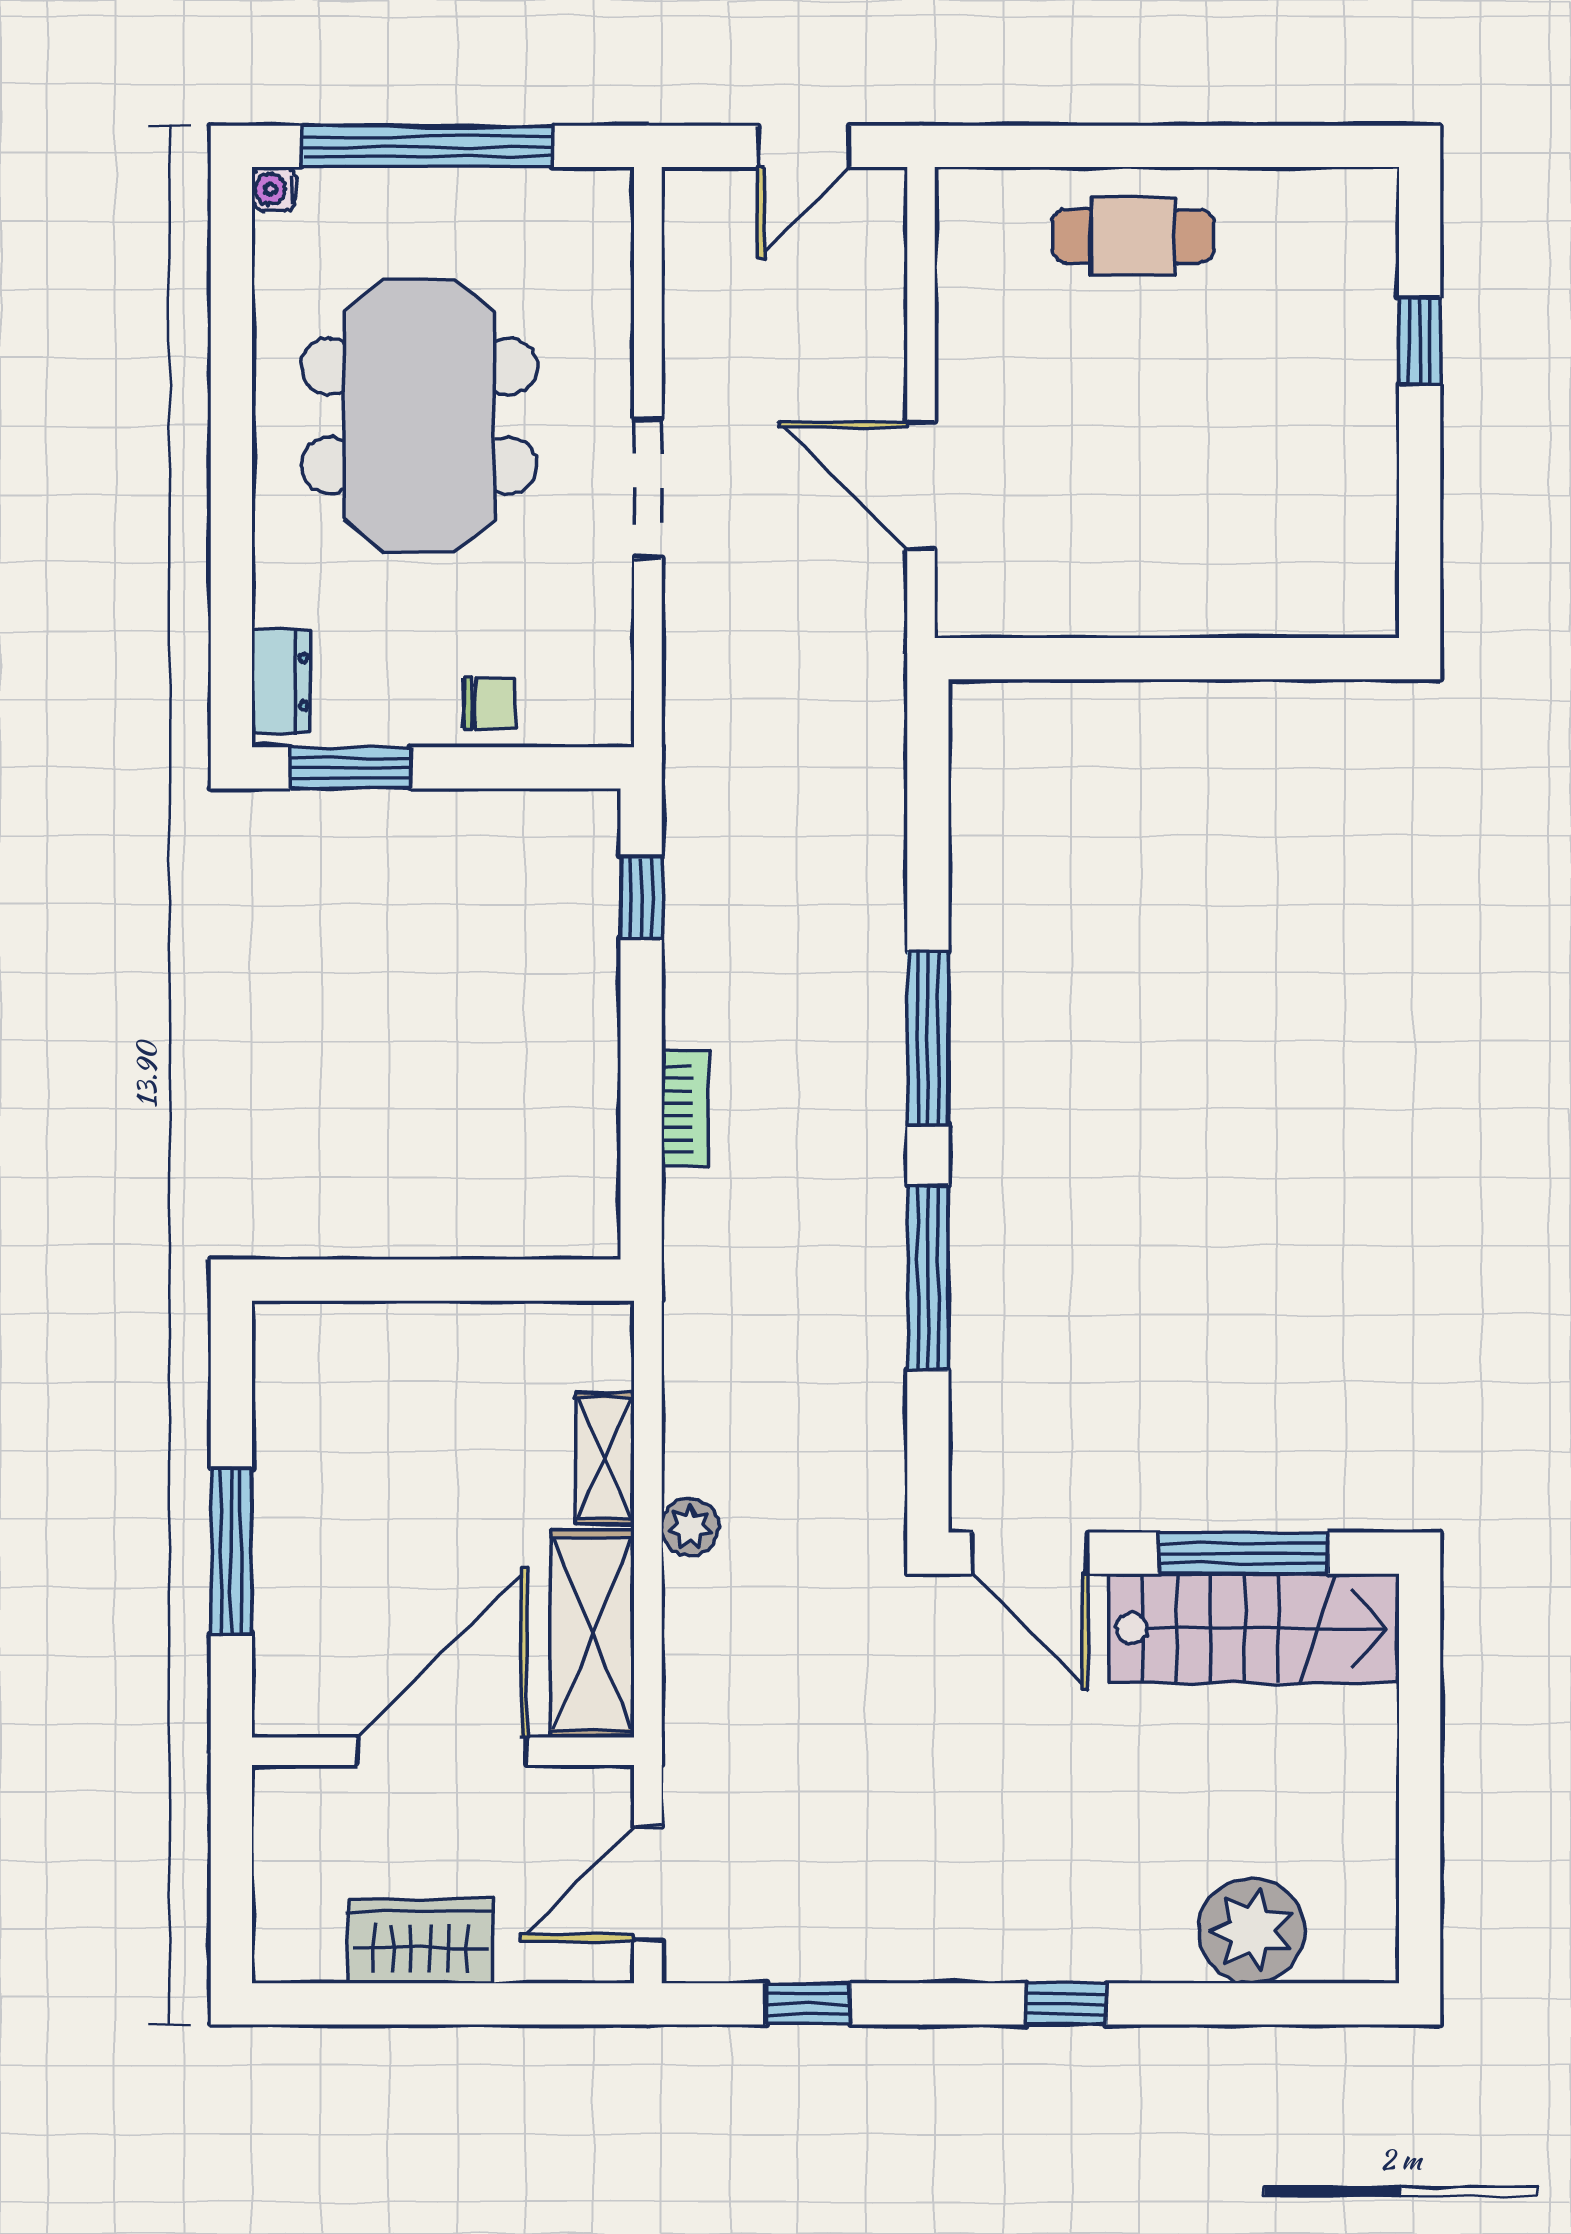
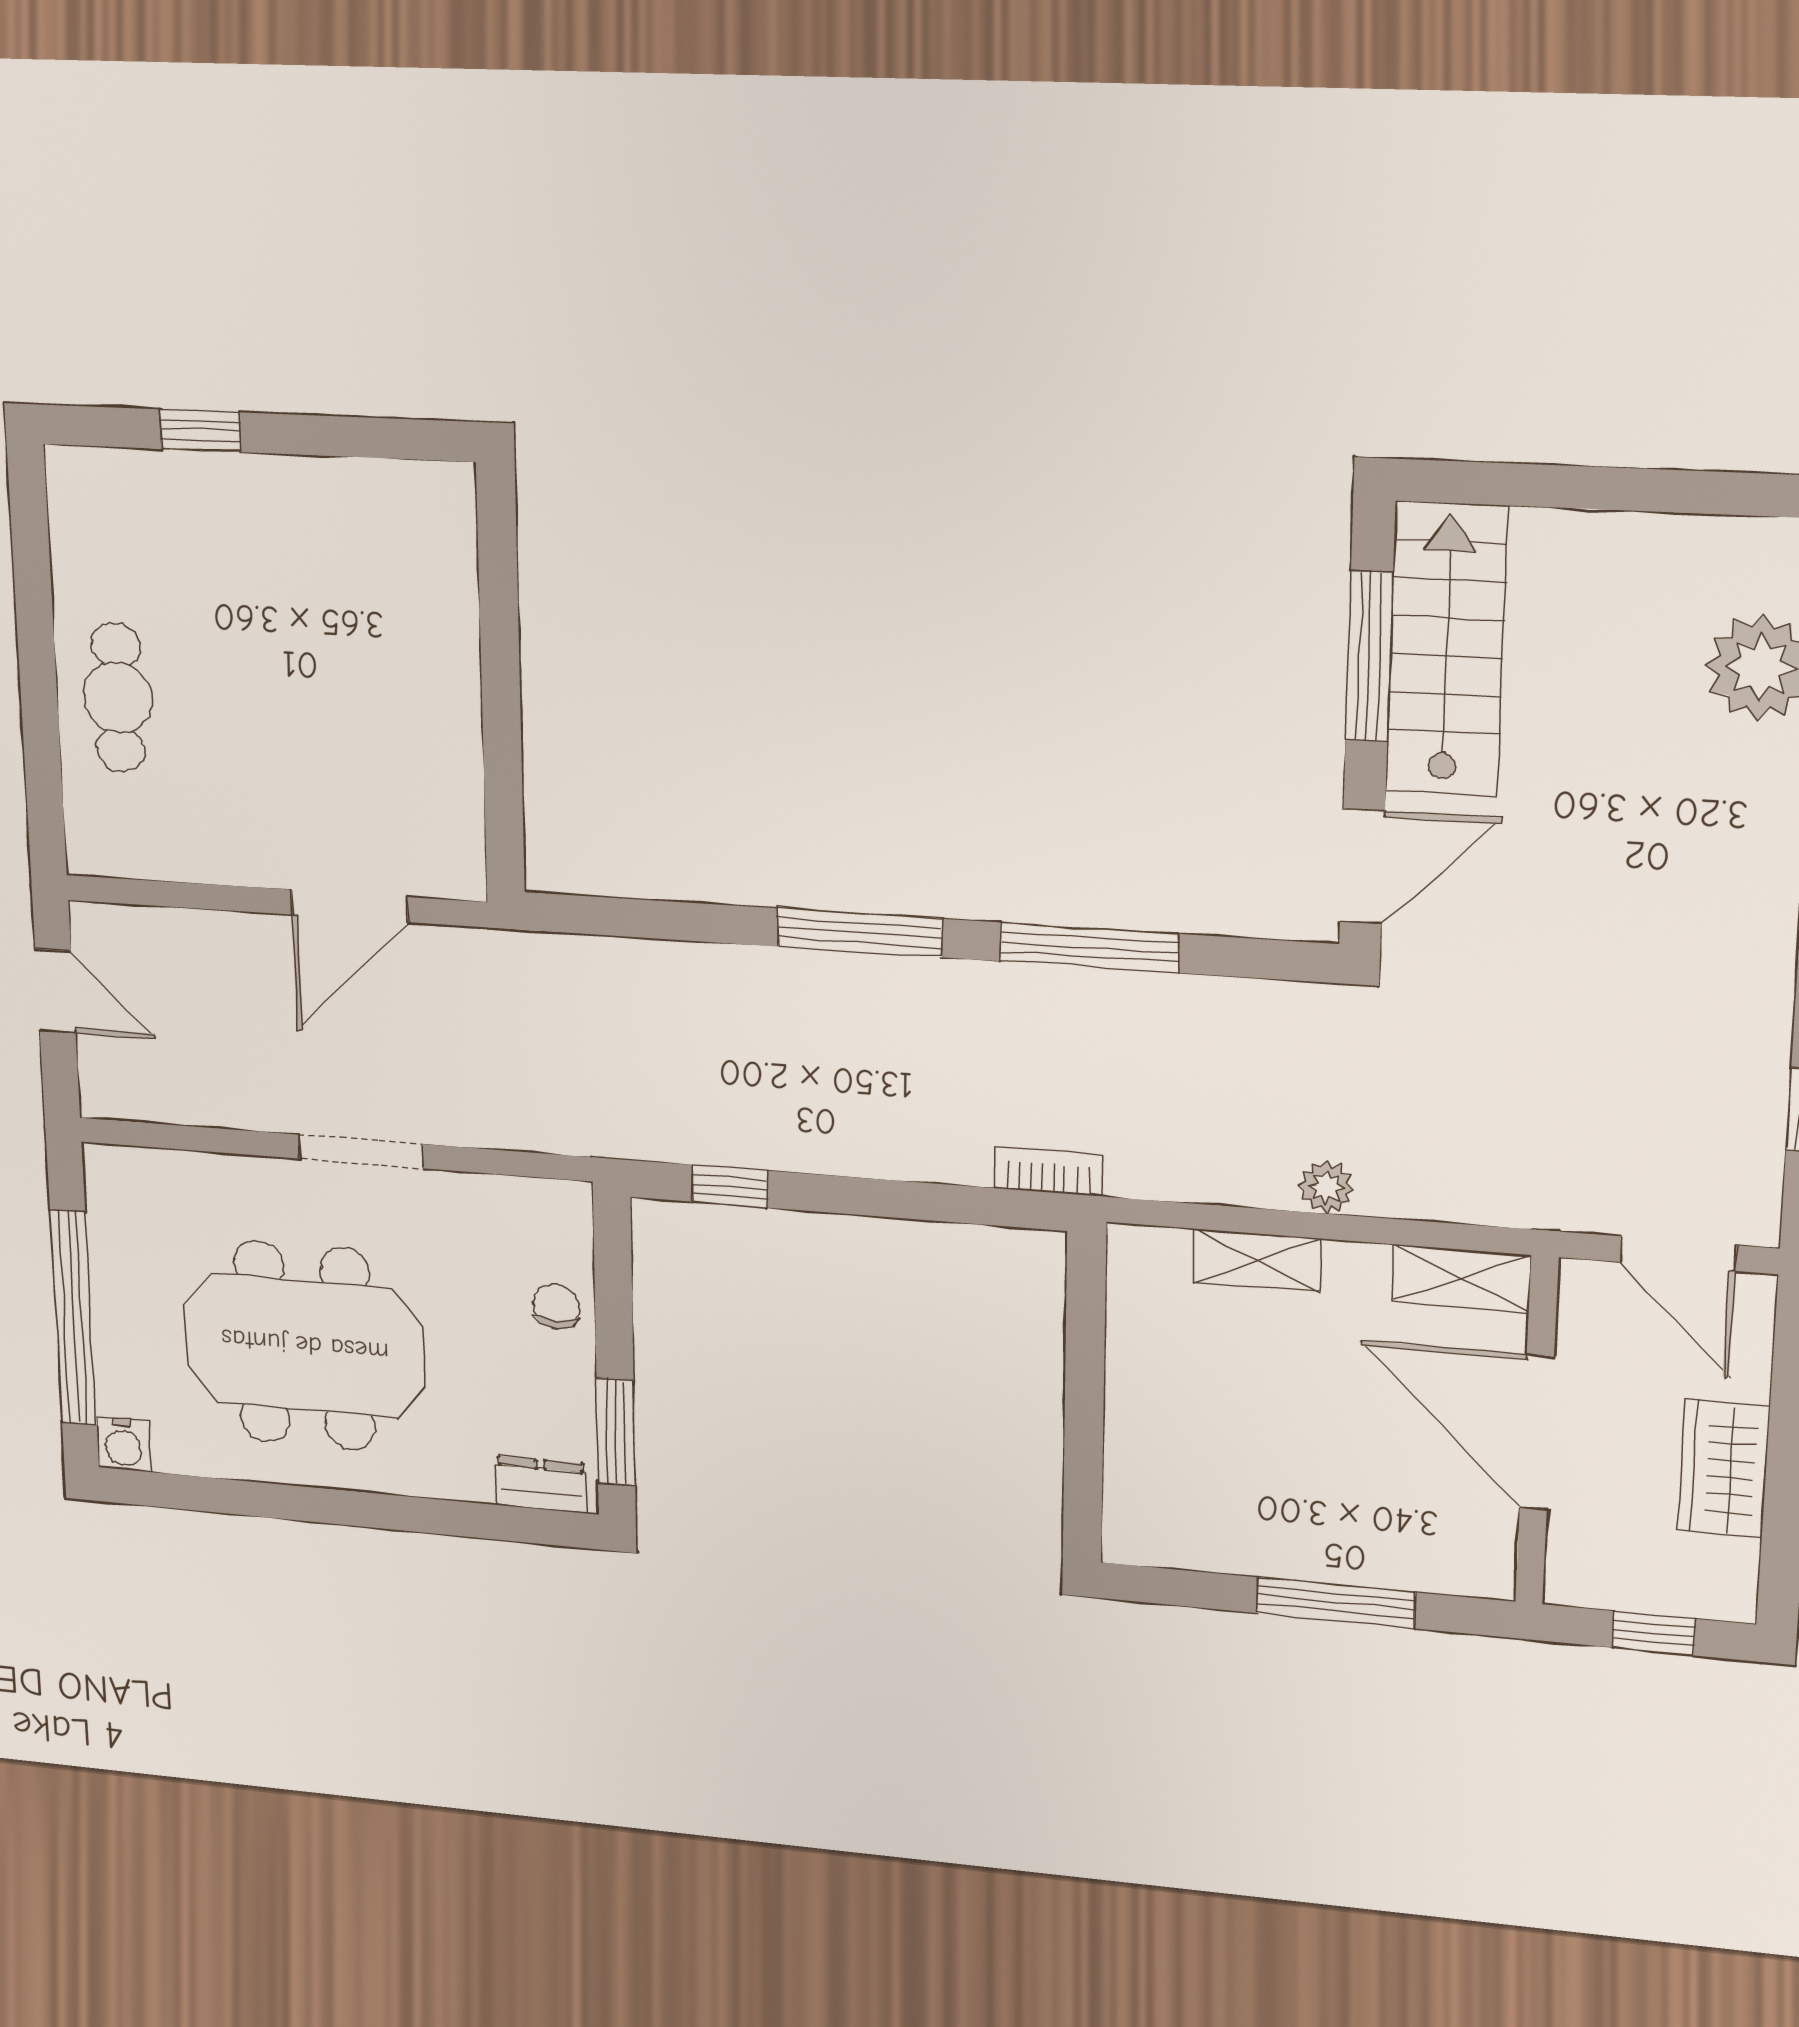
water cooler: (274, 189) -> (123, 1444), width x1.38, depth x1.38
bookcase: (685, 1109) -> (1048, 1171), moved
shelving: (593, 1634) -> (1462, 1279), width x0.67, depth x0.75
window: (231, 1880) -> (1654, 1633), added

